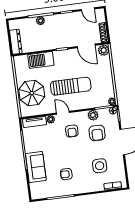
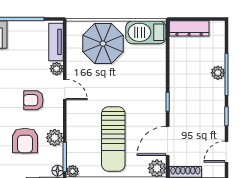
barbecue: (41, 60) -> (146, 32), moved, turned -90
sun lounger: (71, 86) -> (113, 139), moved
door: (63, 113) -> (65, 90), hinge flipped
armchair: (97, 133) -> (25, 140), turned -90

